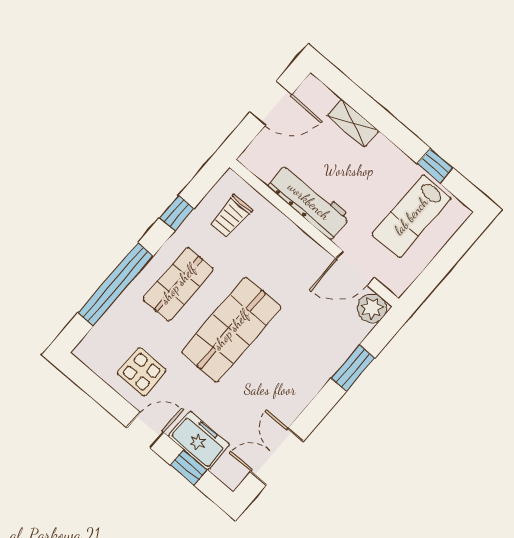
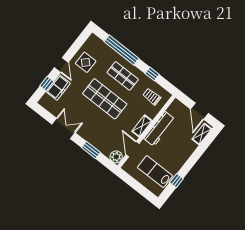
shelving: (353, 123) -> (202, 134), moved
shelving: (300, 243) -> (142, 126), added
double door: (277, 456) -> (63, 128), moved

